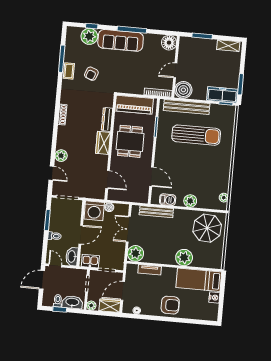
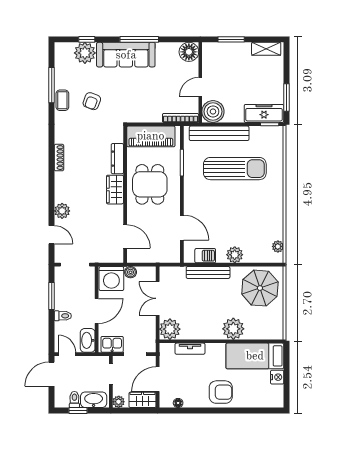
bench: (156, 212) -> (208, 272), moved

